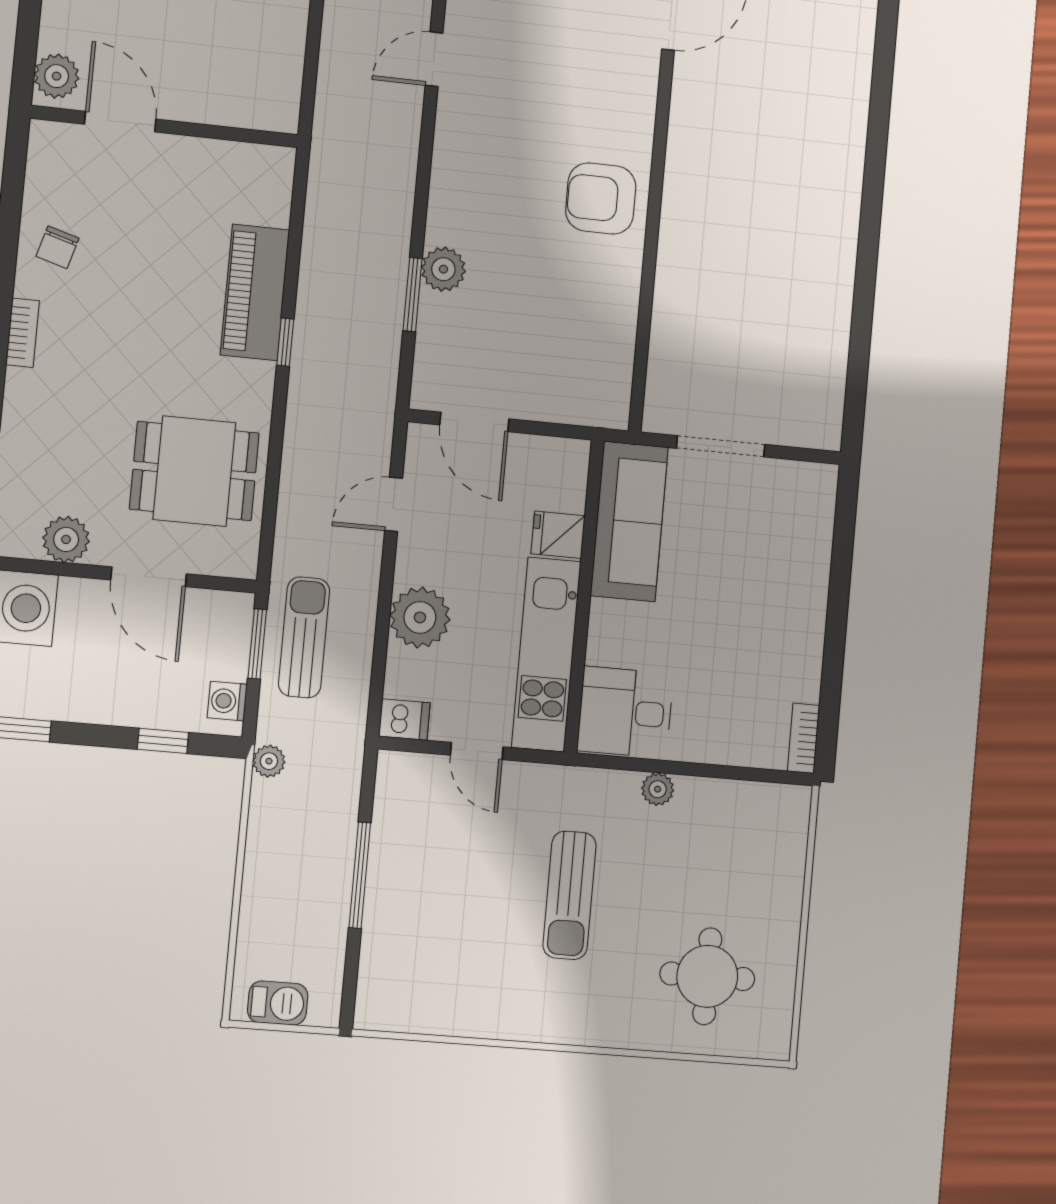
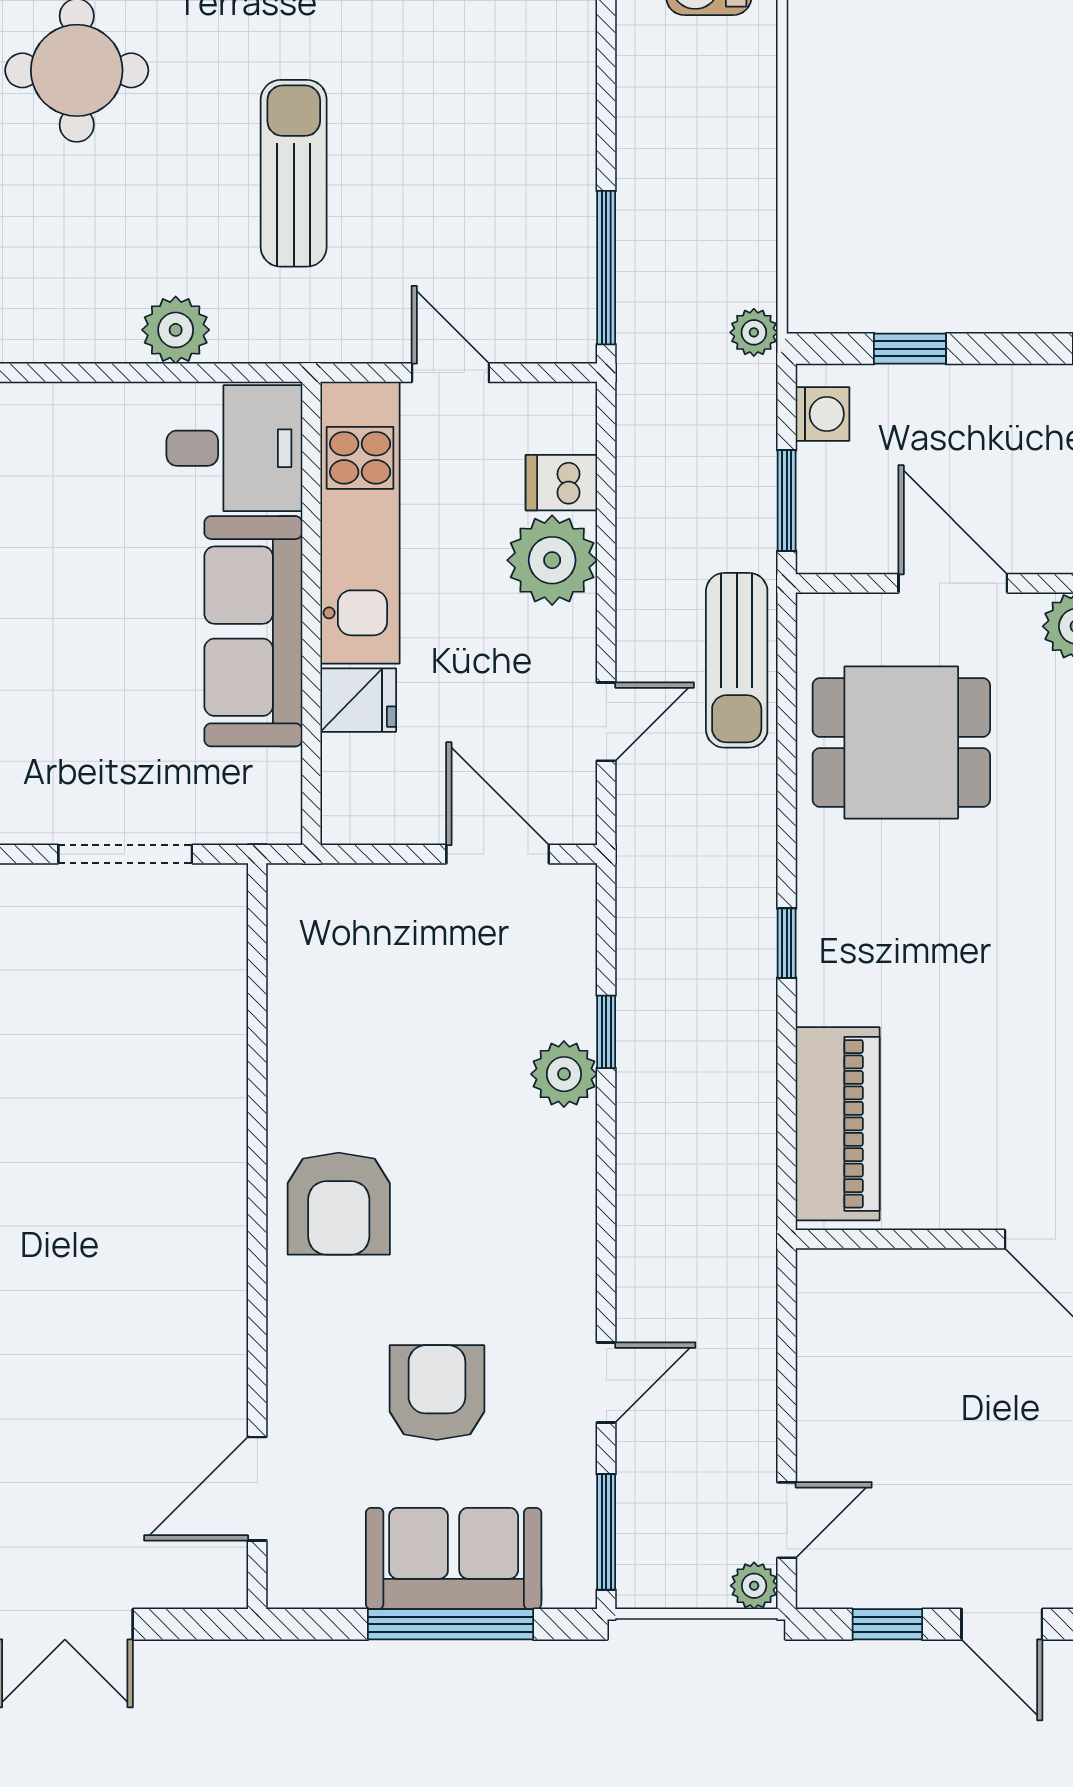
armchair: (547, 65) -> (437, 1393), added
armchair: (601, 199) -> (339, 1204), turned 90
piano: (255, 292) -> (838, 1124), moved
window: (413, 295) -> (606, 1032), width x0.67
sofa: (629, 521) -> (253, 631), moved
sun lounger: (304, 637) -> (737, 660), moved
dishwasher: (404, 720) -> (561, 483), moved
plant: (658, 789) -> (176, 330), width x1.38, depth x1.38
window: (360, 875) -> (606, 268), moved

